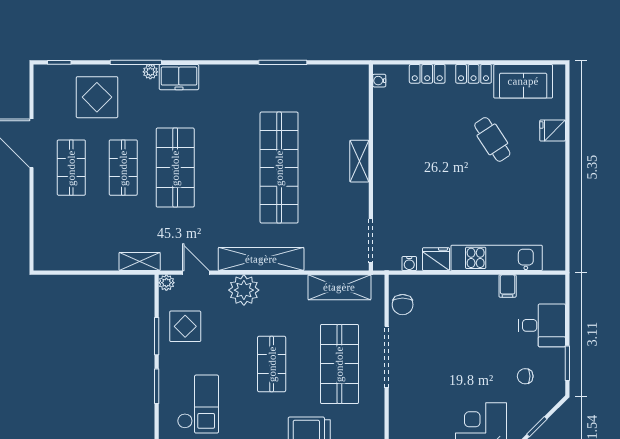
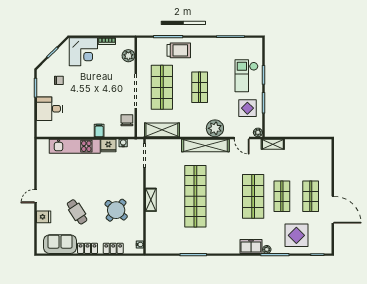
round table: (422, 142) -> (116, 210), added
door: (567, 168) -> (35, 196), added
filing cabinet: (508, 286) -> (99, 131), moved
checkout: (198, 404) -> (246, 76), moved
plant: (400, 421) -> (128, 56), added

